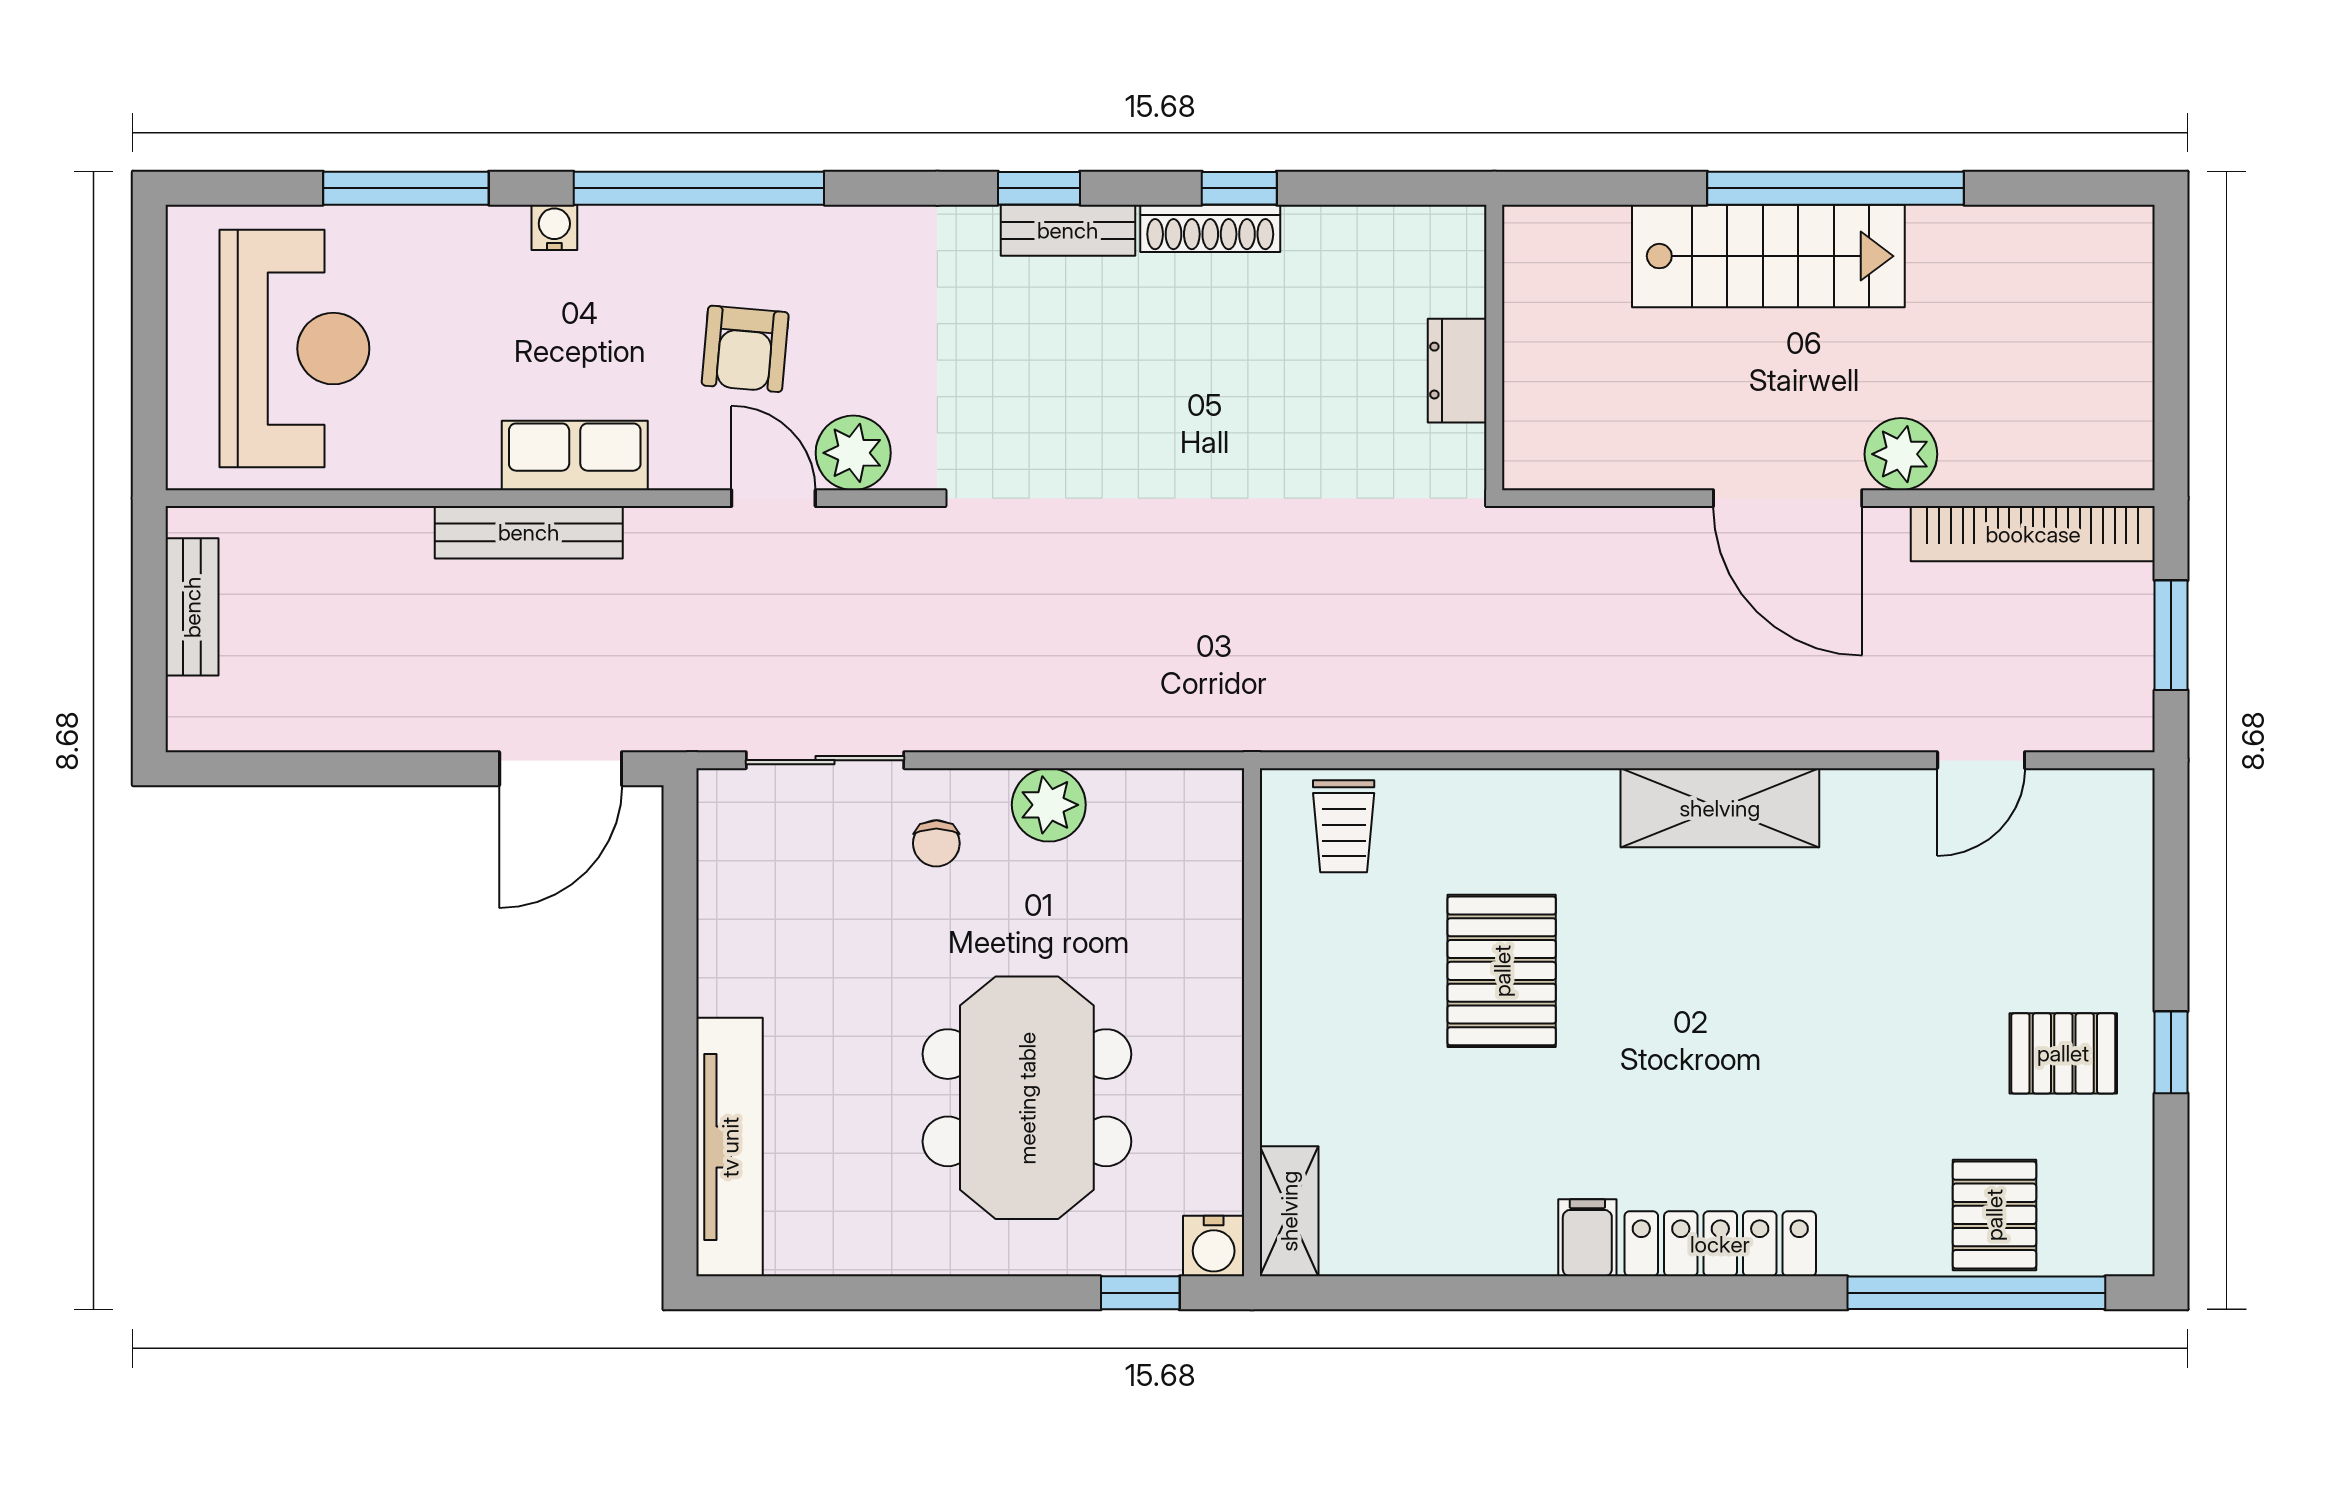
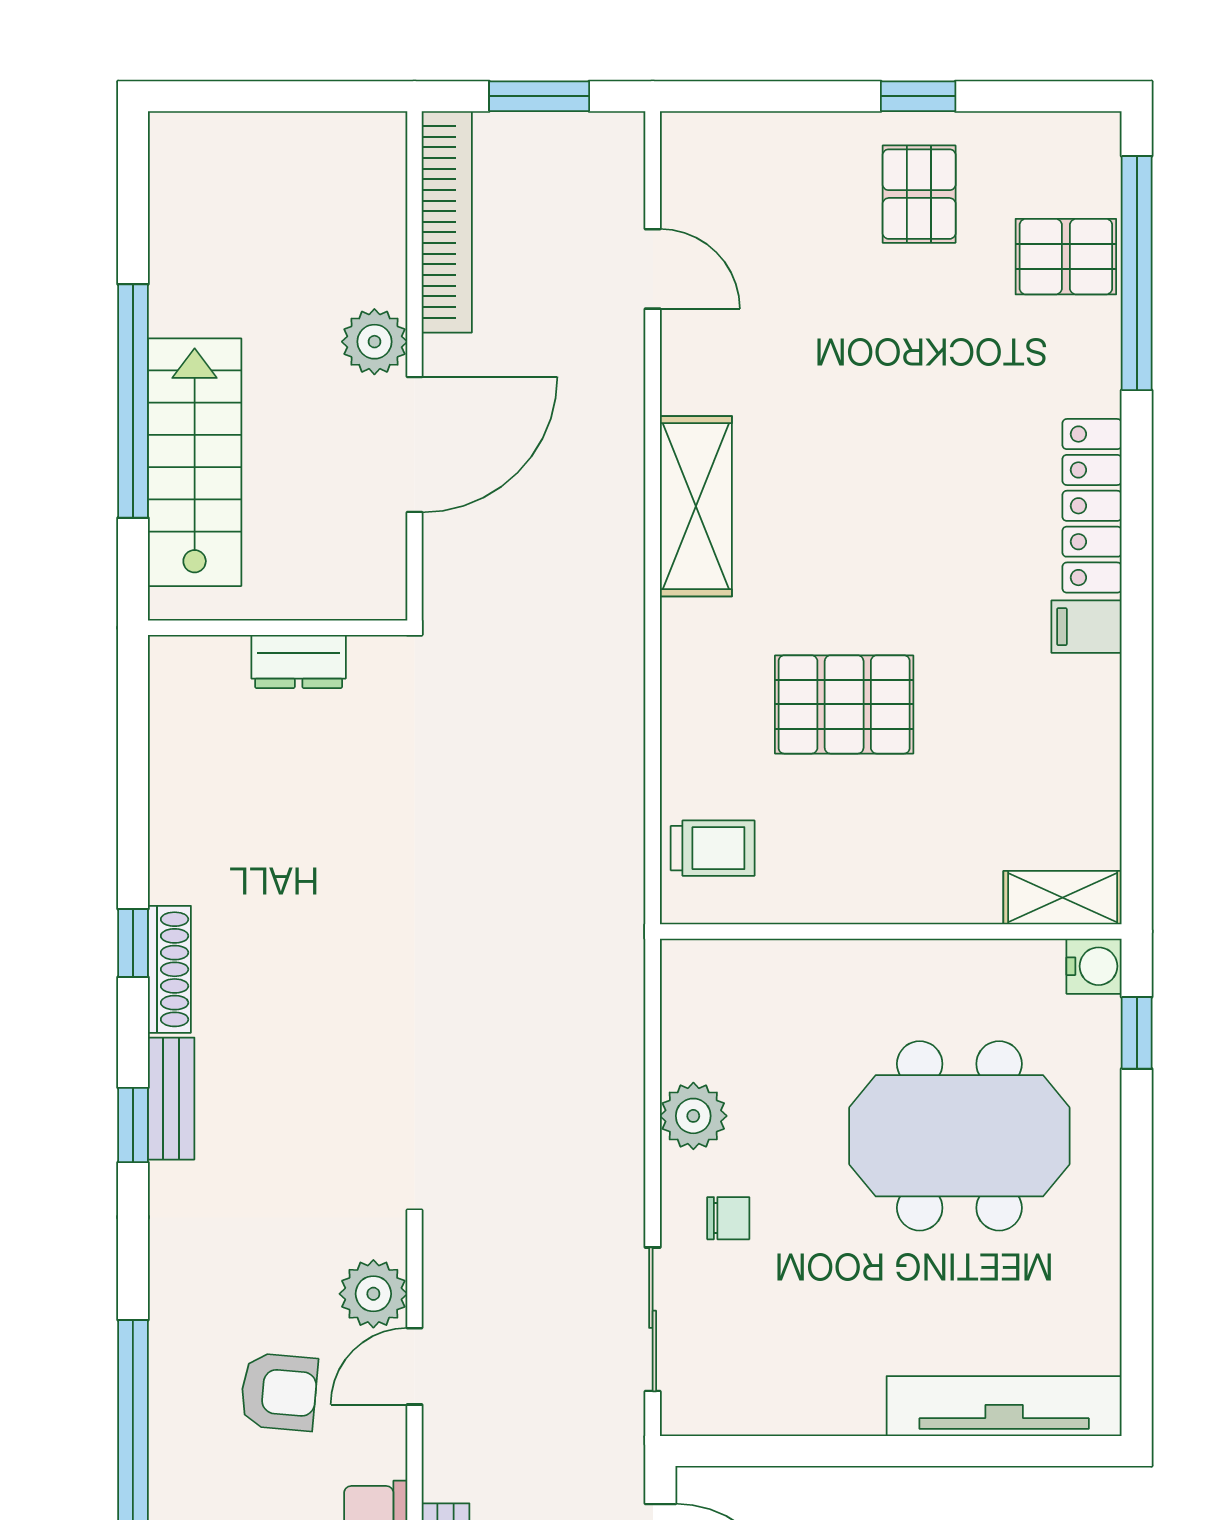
wall: (1494, 347) -> (278, 628), moved
dresser: (1457, 371) -> (299, 662), moved

